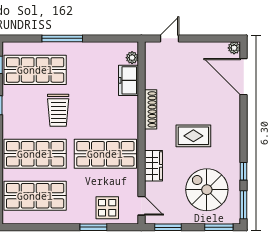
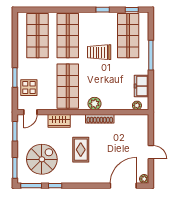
door: (170, 38) -> (151, 152), moved
freezer: (128, 80) -> (141, 86), moved, turned -90
plant: (129, 117) -> (95, 104), added

